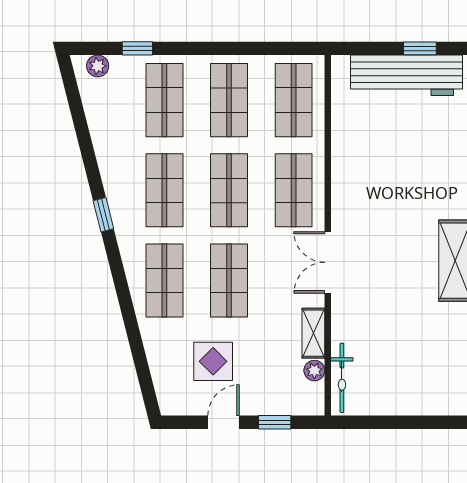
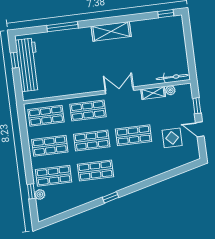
plant: (98, 66) -> (40, 194), moved
double door: (328, 262) -> (119, 90), swing flipped
shop shelf: (164, 280) -> (137, 165), removed

